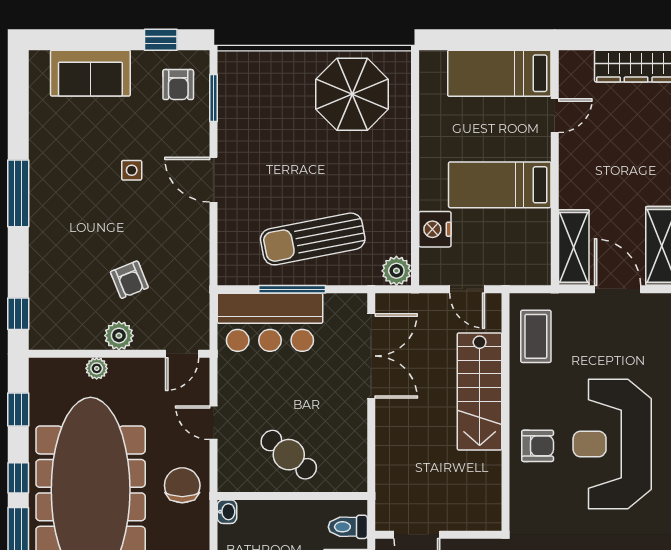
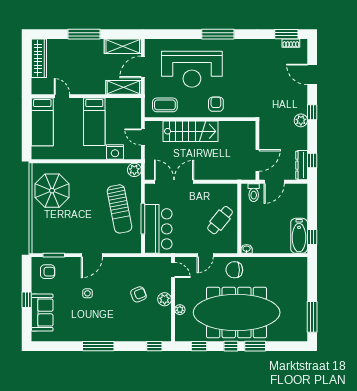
window: (161, 40) -> (27, 300), moved
door: (467, 289) -> (143, 137), swing flipped
reception desk: (612, 444) -> (192, 69), moved

